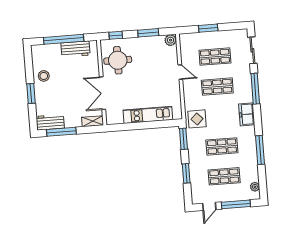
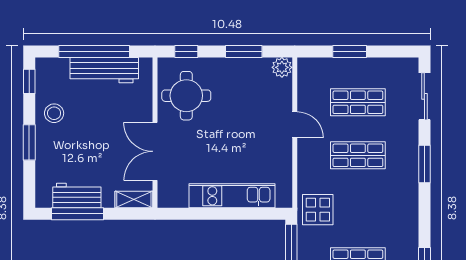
workbench: (75, 49) -> (104, 70), width x1.38
window: (28, 59) -> (29, 81), added
window: (255, 89) -> (424, 164), width x0.69
freezer: (247, 114) -> (406, 208), removed
workbench: (50, 122) -> (77, 195), moved

